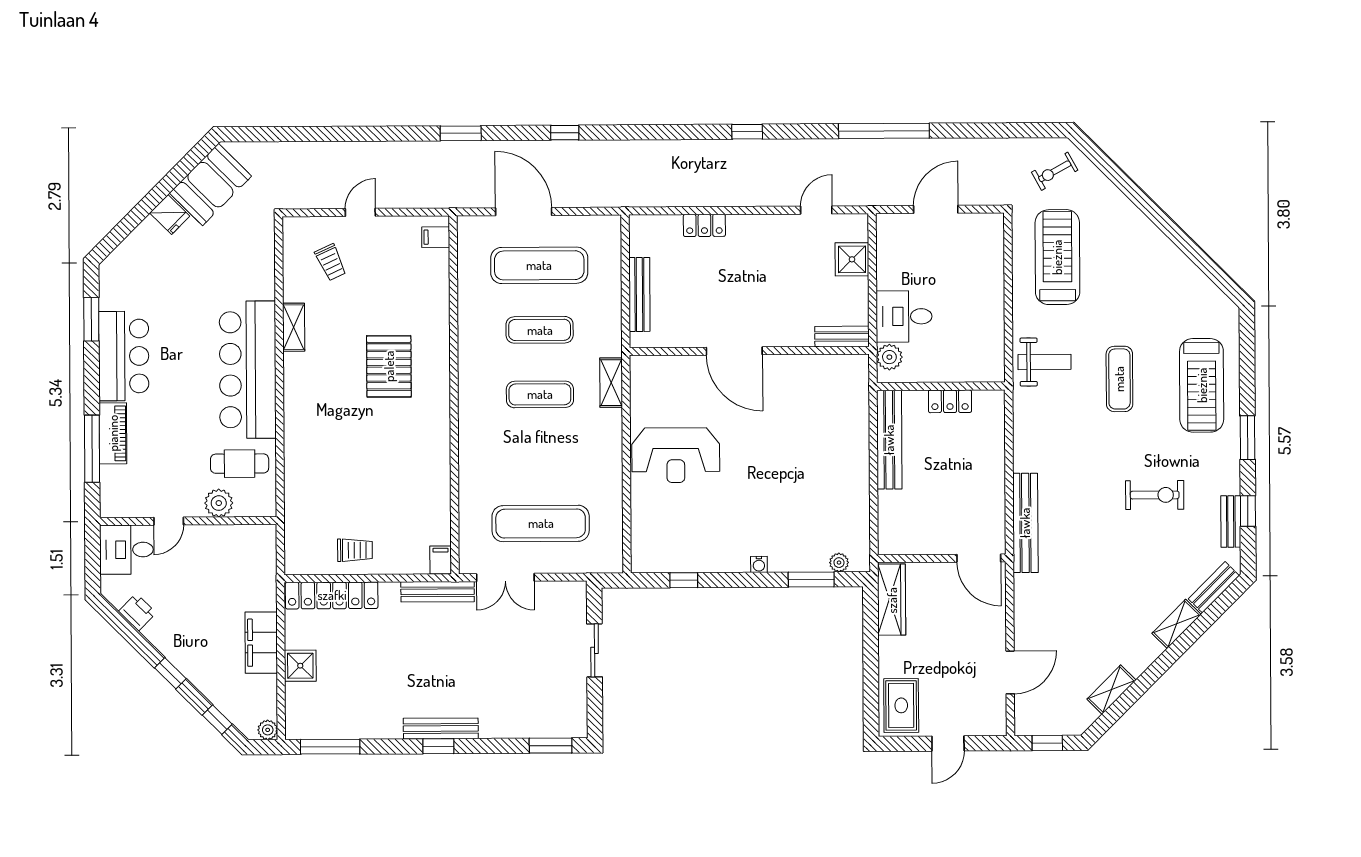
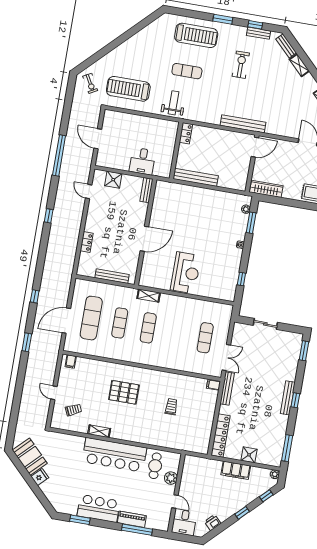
plant: (889, 357) -> (159, 171), removed
locker: (950, 401) -> (186, 133), moved
exercise mat: (541, 523) -> (205, 338), width x0.73, depth x0.69
trolley: (355, 550) -> (171, 407), moved

